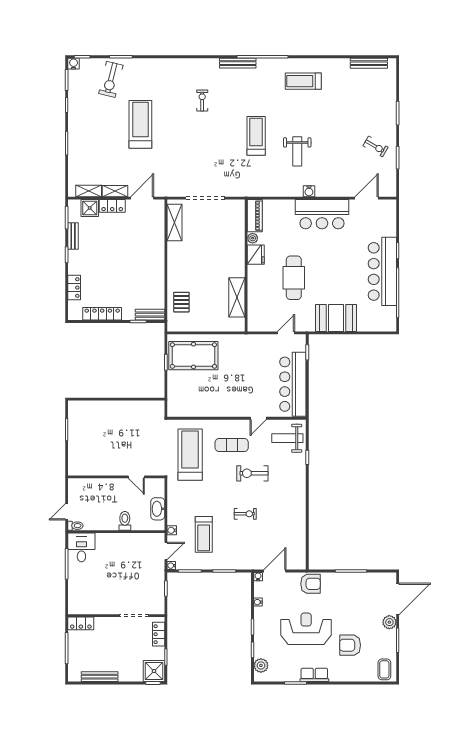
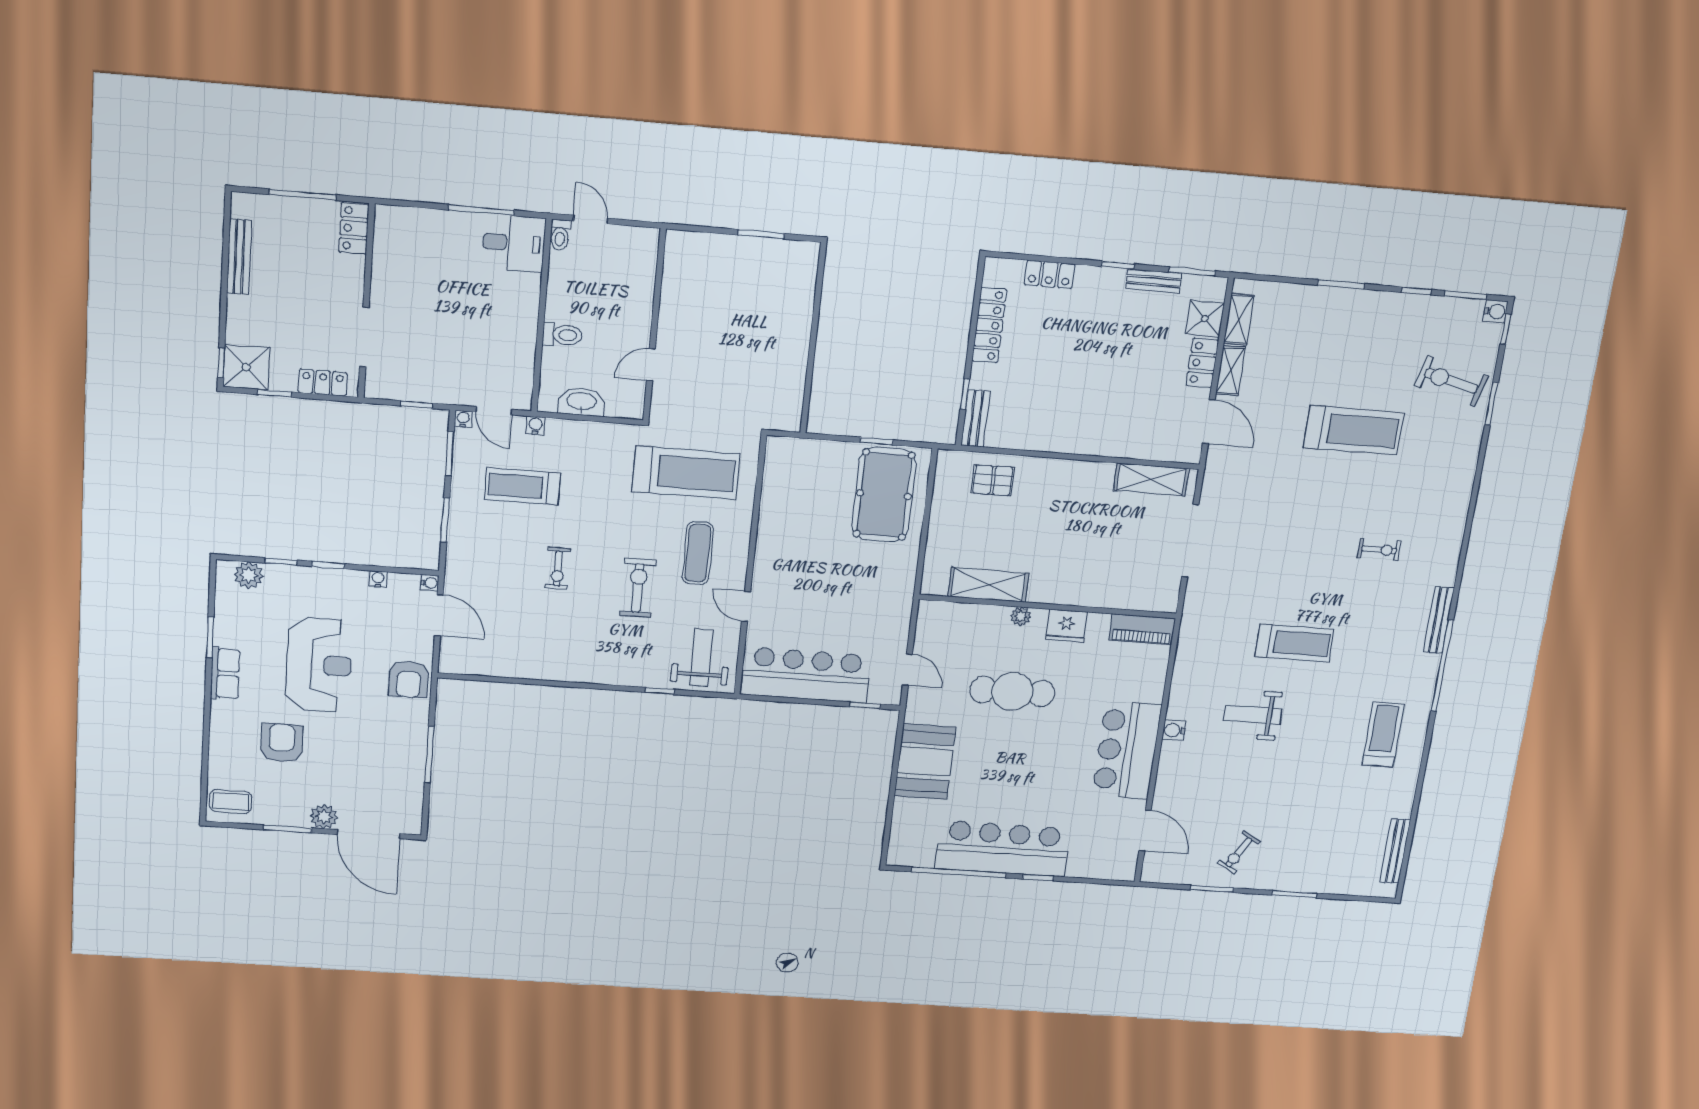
plant: (253, 238) -> (1021, 616), moved

